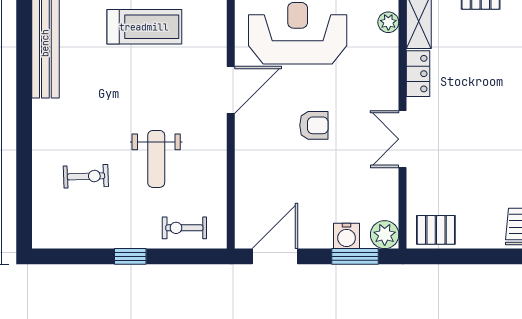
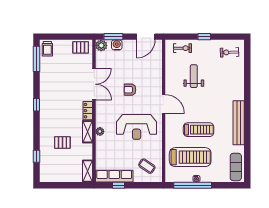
treadmill: (144, 27) -> (199, 130), turned 180
door: (231, 90) -> (164, 104), swing flipped
double door: (403, 139) -> (94, 84), width x1.37
exercise bike: (86, 176) -> (229, 52), moved

